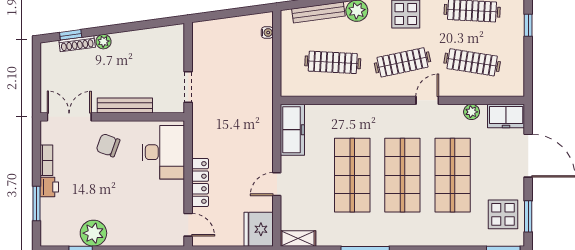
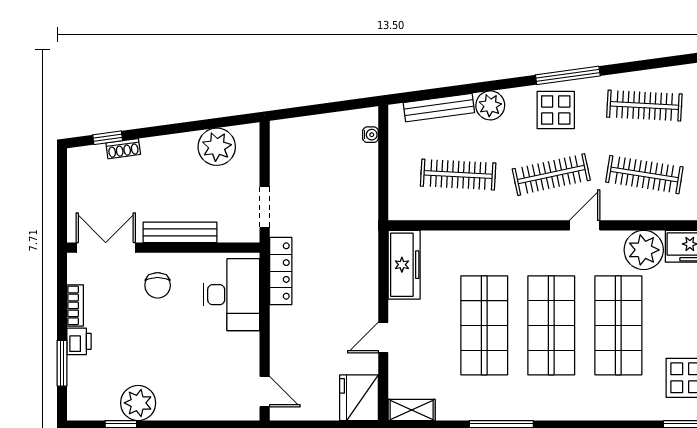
plant: (103, 42) -> (217, 147), moved, width x1.88, depth x1.88
shoe rack: (77, 44) -> (123, 149), width x0.70
plant: (472, 112) -> (644, 250), width x1.88, depth x1.88
chair: (108, 145) -> (158, 285), turned -110
locker: (200, 182) -> (281, 271), moved

